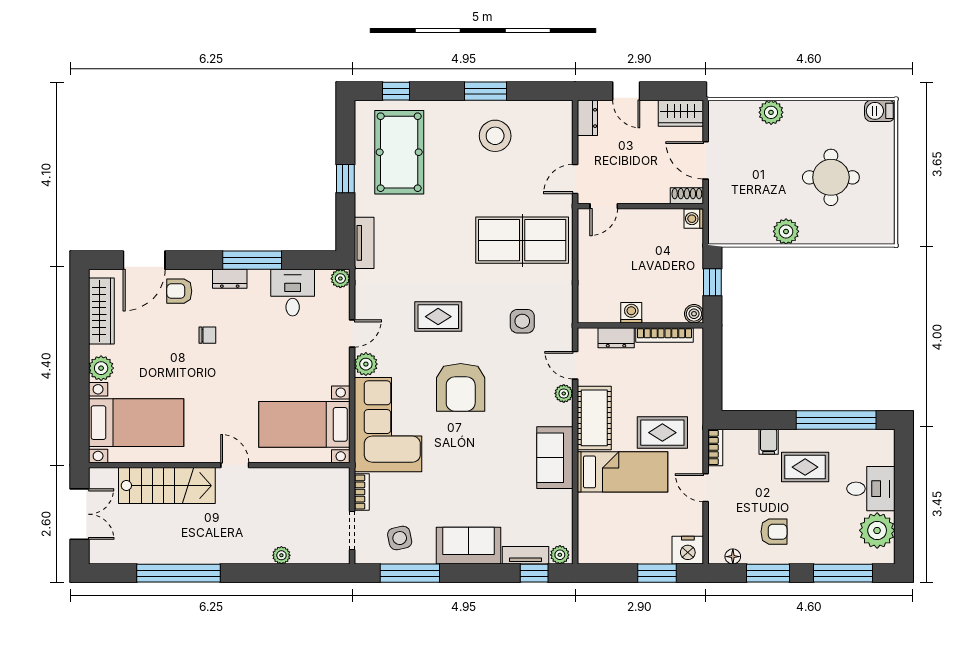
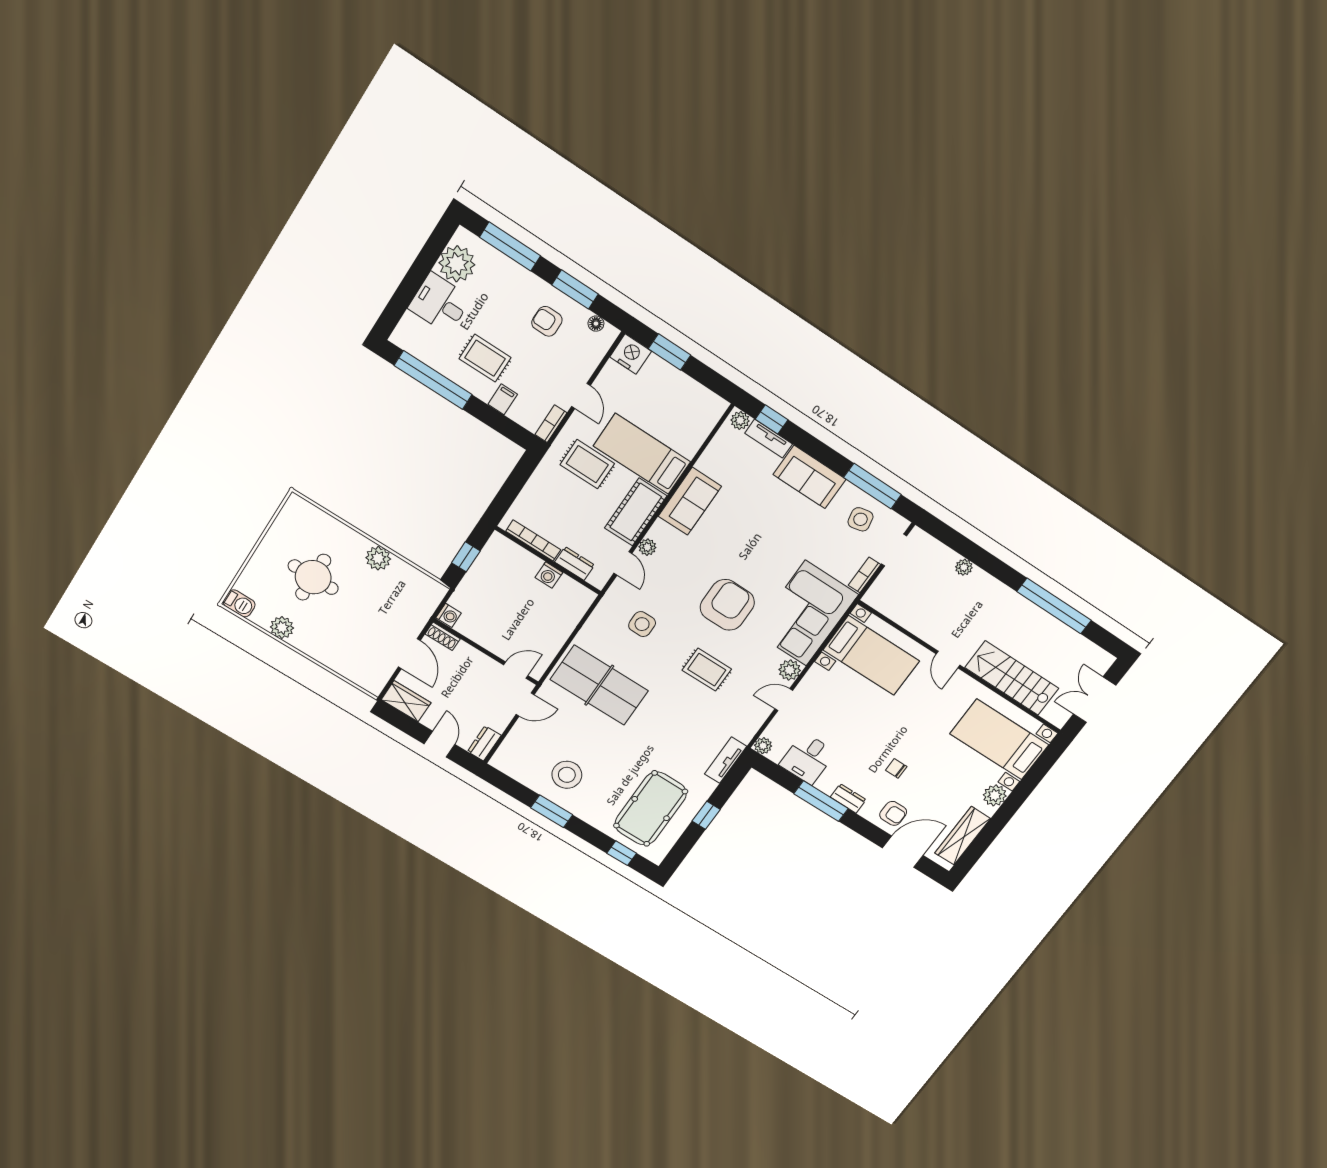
plant: (771, 112) -> (282, 628), moved
boiler: (694, 314) -> (498, 542), removed

